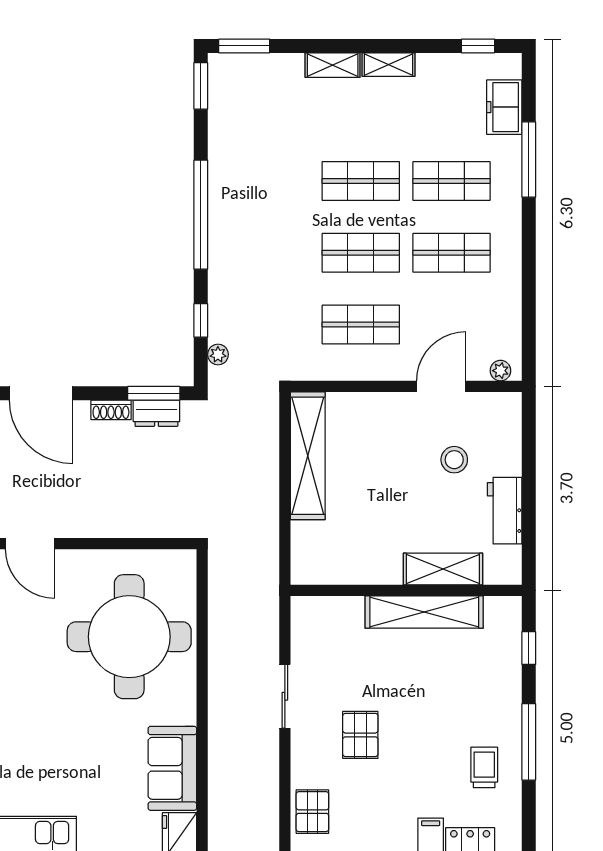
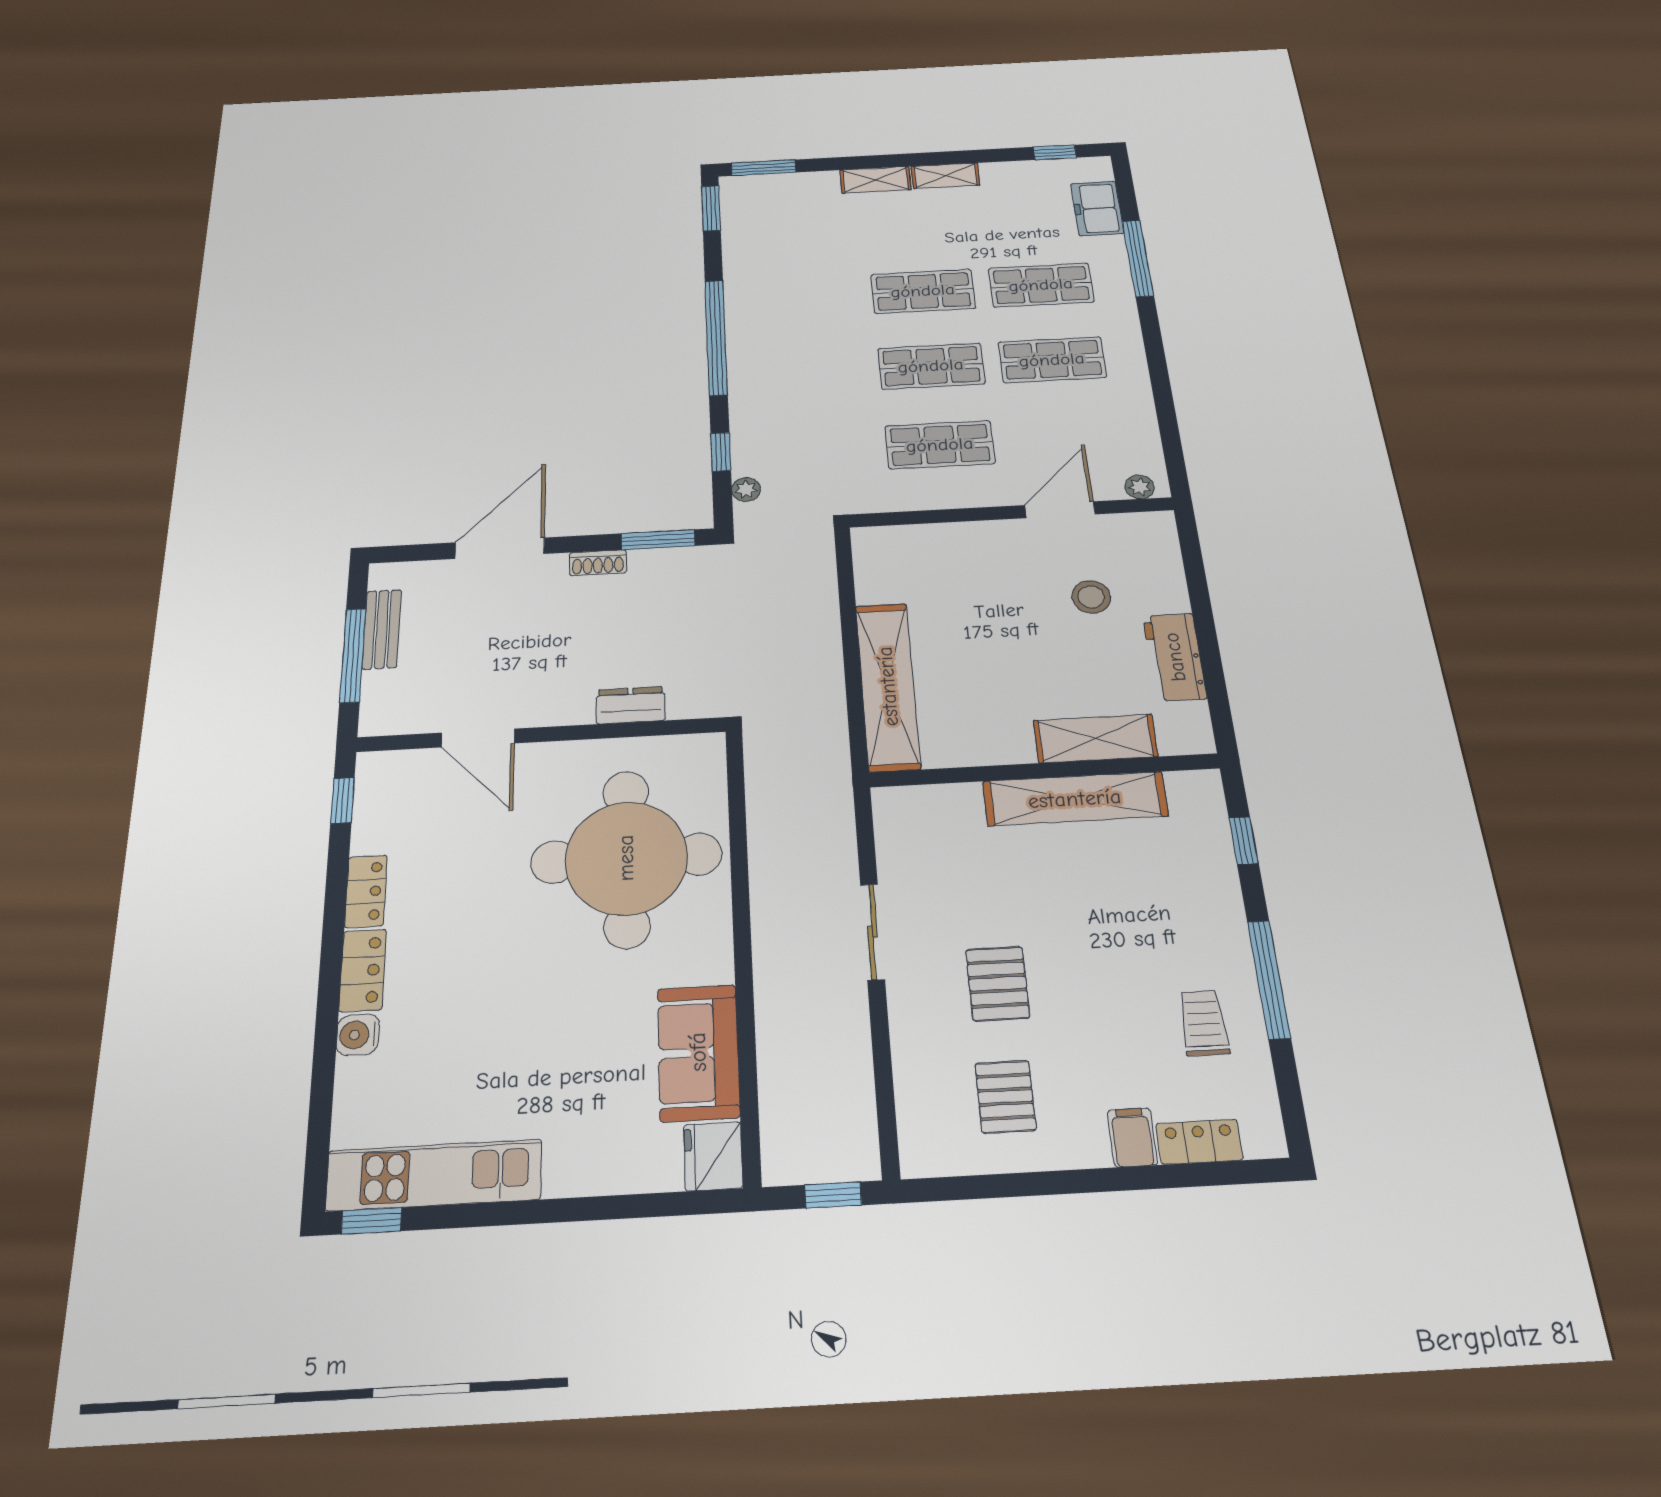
door: (41, 393) -> (500, 548), swing flipped
dresser: (156, 413) -> (631, 705), moved, turned 180
shelving: (308, 456) -> (888, 686), moved
pallet: (312, 812) -> (1005, 1097), moved

